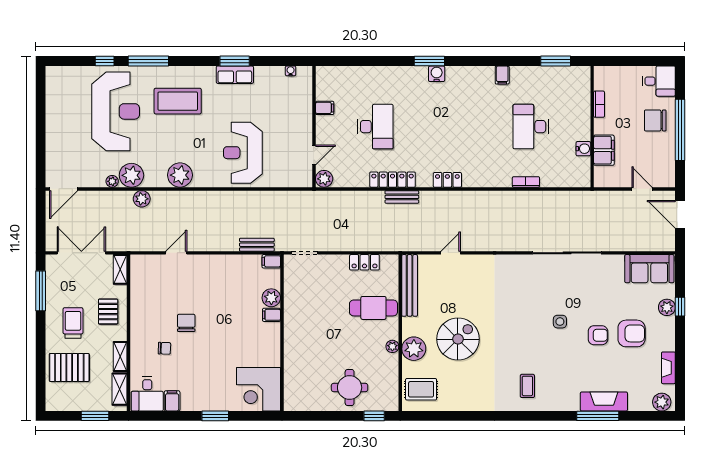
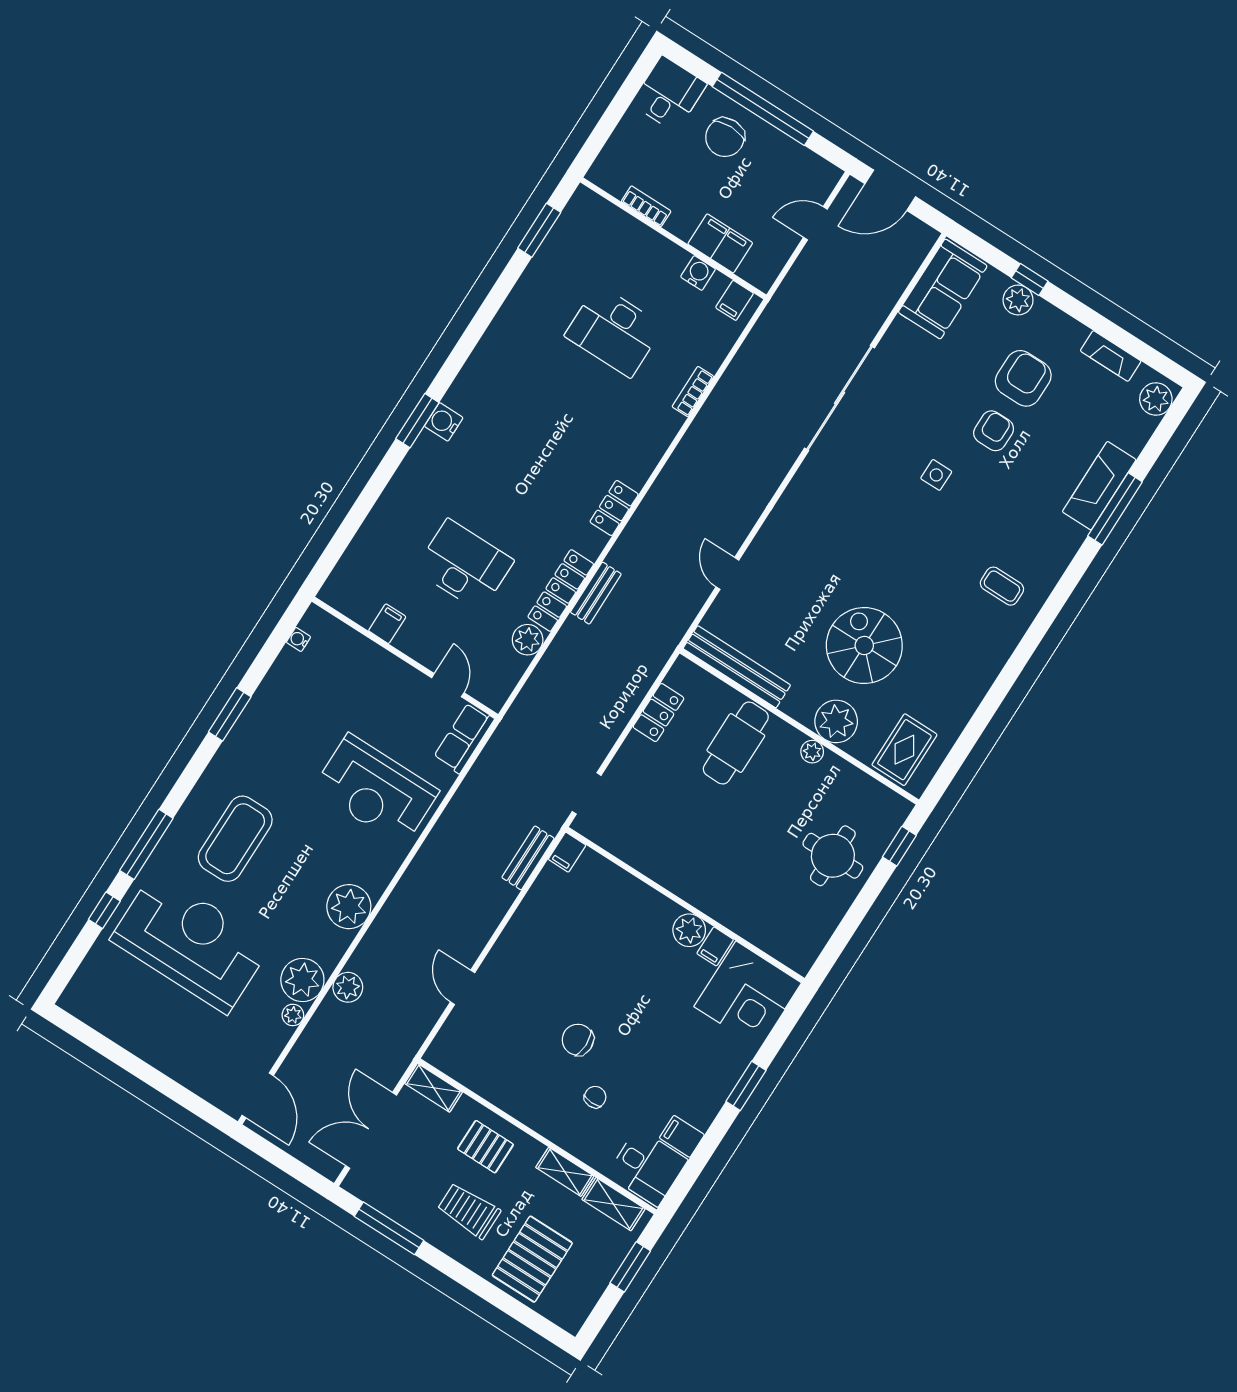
row of seats: (235, 75) -> (464, 738), moved, turned 180
filing cabinet: (502, 75) -> (734, 300), moved, turned 90
plant: (324, 179) -> (528, 640), moved
plant: (271, 298) -> (689, 930), moved
filing cabinet: (271, 315) -> (715, 946), moved

